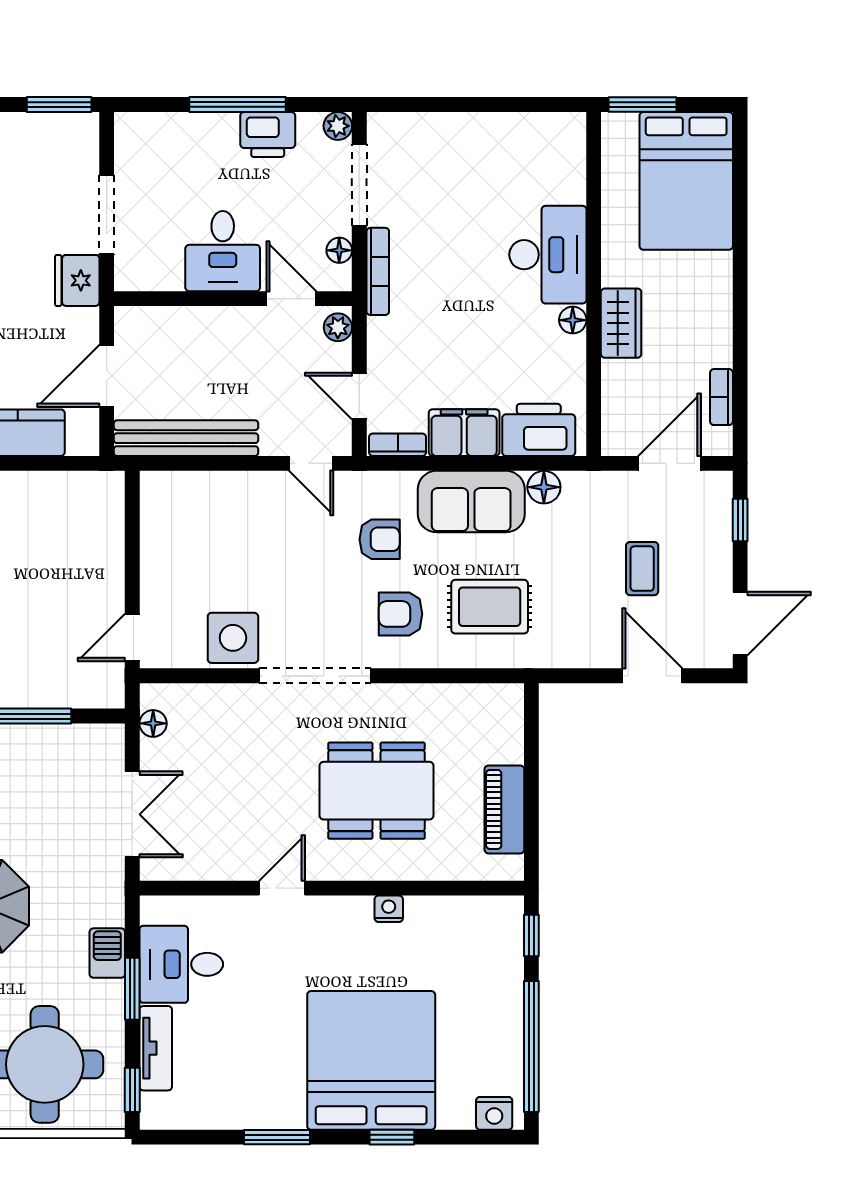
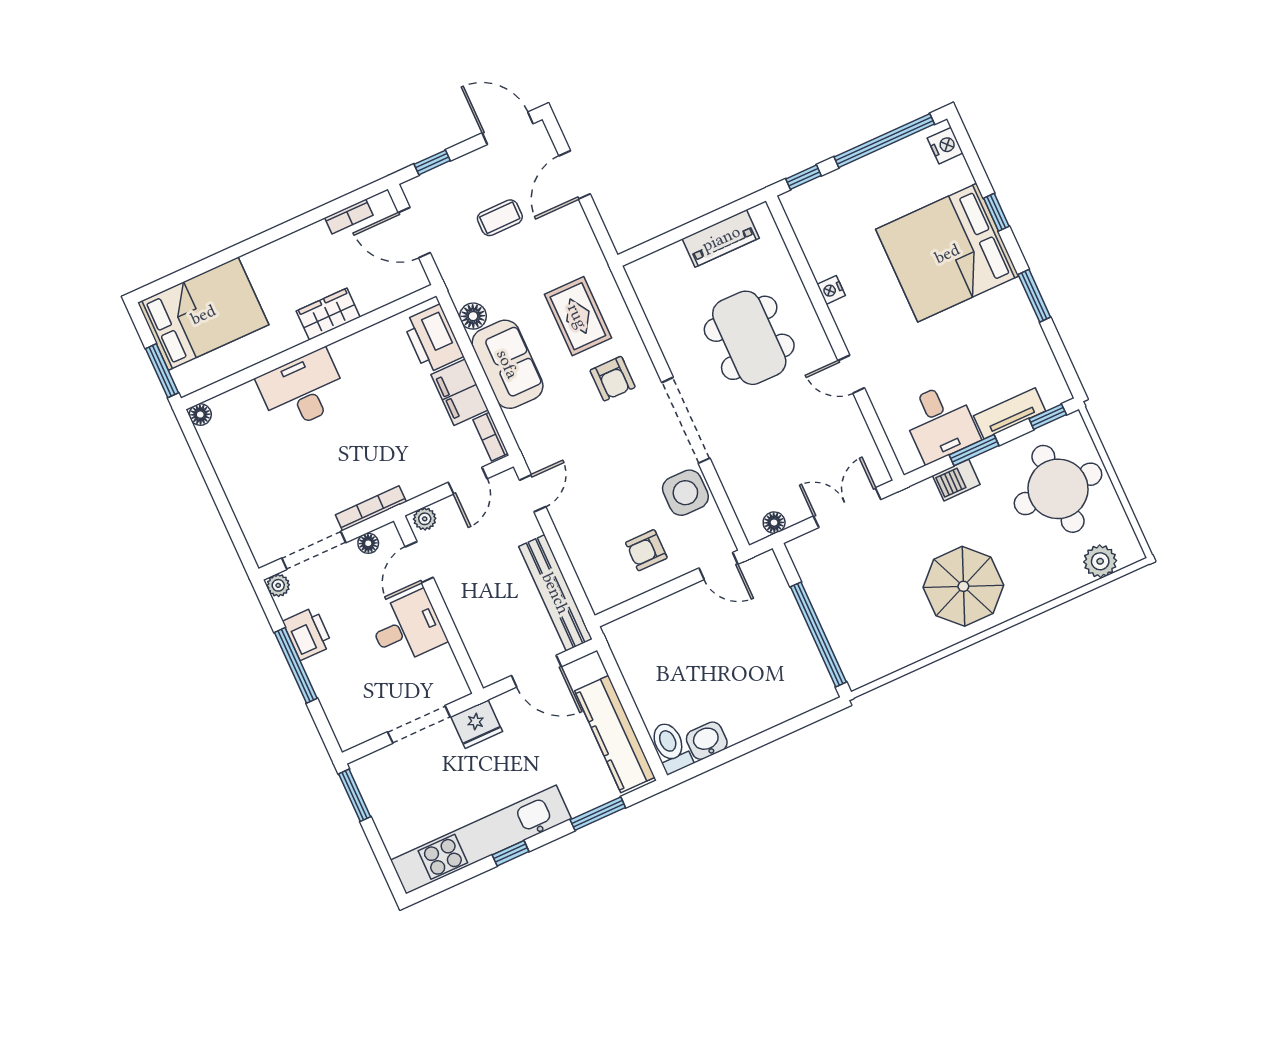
floor lamp: (573, 320) -> (200, 415), moved
armchair: (380, 539) -> (646, 550), moved, turned -90

